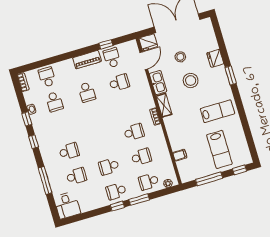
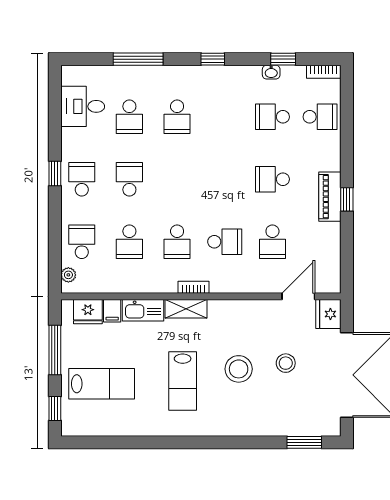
window: (106, 44) -> (347, 199), moved
school desk: (112, 58) -> (225, 242), moved
fridge: (215, 58) -> (88, 312), moved, turned 180
door: (144, 61) -> (298, 296), swing flipped
window: (231, 75) -> (304, 442), moved
kitchen sink: (158, 83) -> (143, 310), moved
shelving: (164, 105) -> (186, 309), moved
lab bench: (217, 111) -> (183, 381), moved
window: (27, 119) -> (283, 59), moved
lab bench: (219, 149) -> (102, 384), turned 180
window: (139, 200) -> (55, 216), removed
desk: (67, 205) -> (83, 106), moved

